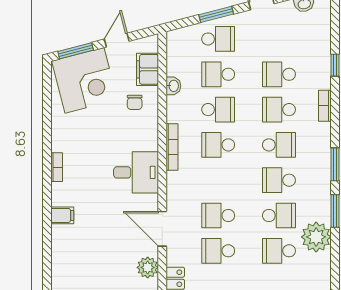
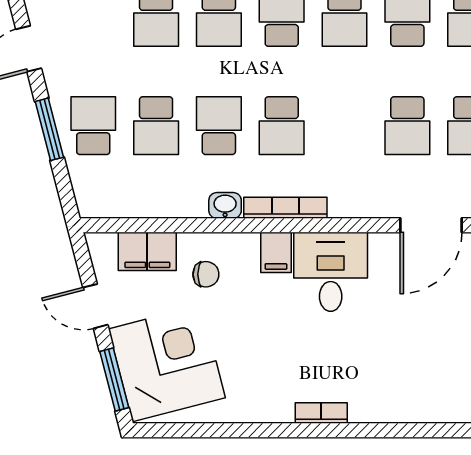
washbasin: (173, 86) -> (225, 205), moved
filing cabinet: (62, 215) -> (276, 252), moved, turned 180

